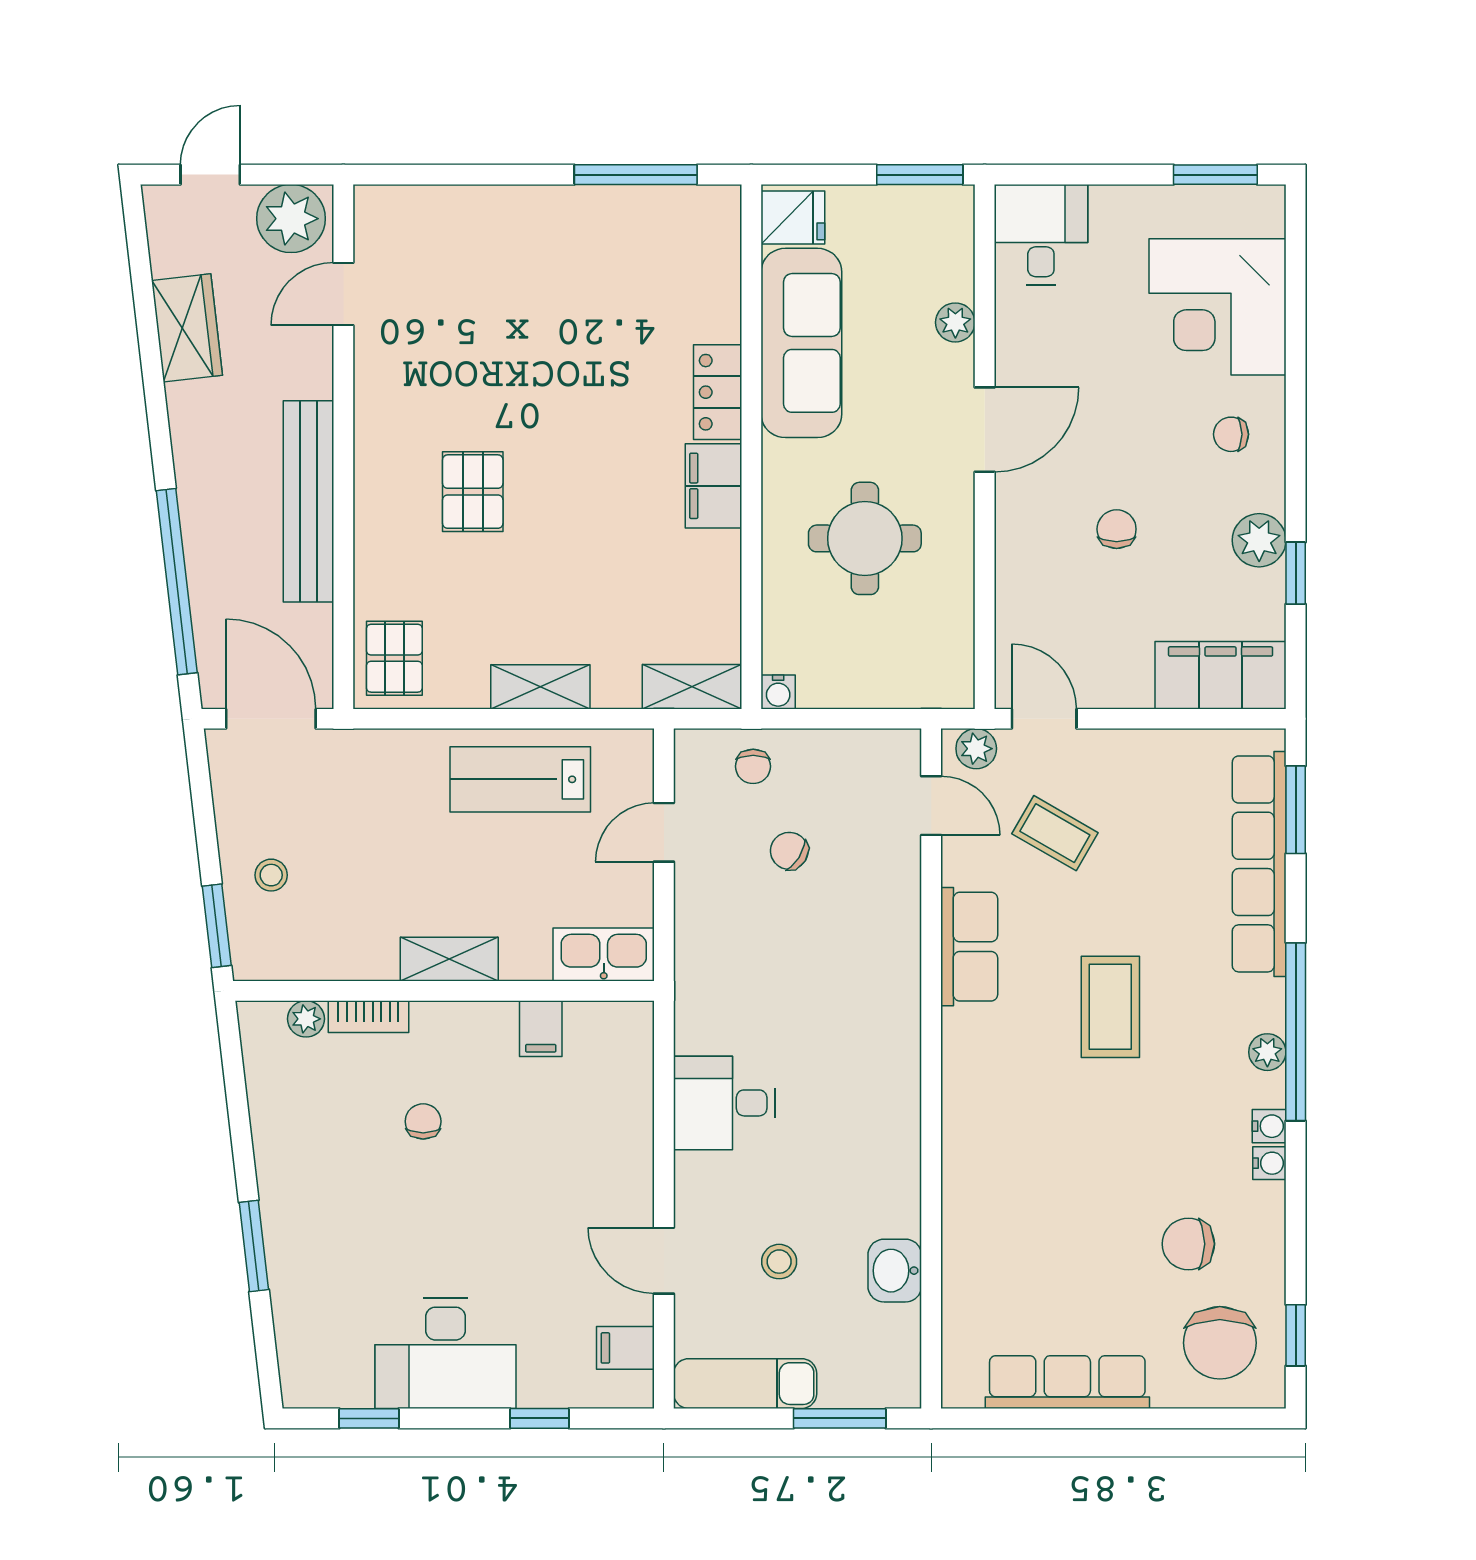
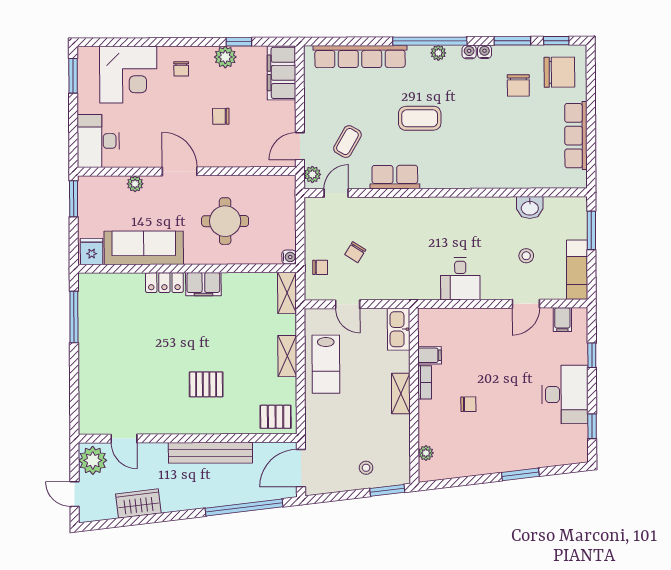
desk: (1041, 235) -> (98, 141), width x1.37
window: (1296, 810) -> (512, 41), moved
bookcase: (368, 1017) -> (425, 382), moved
chair: (423, 1121) -> (468, 404), turned 180

